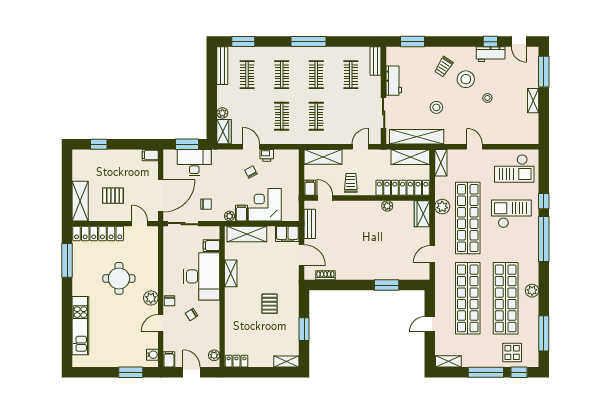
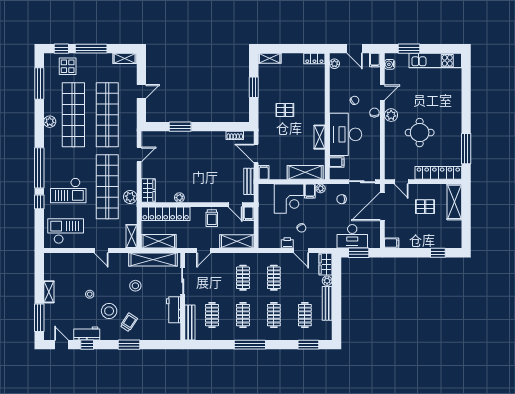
window: (412, 42) -> (129, 345), moved
bench: (376, 61) -> (190, 323), width x1.36
bench: (222, 66) -> (327, 303), moved
filing cabinet: (287, 234) -> (264, 172), width x0.50
pallet: (269, 304) -> (285, 110), turned 90
kitchen unit: (80, 326) -> (435, 61), moved, turned -90

